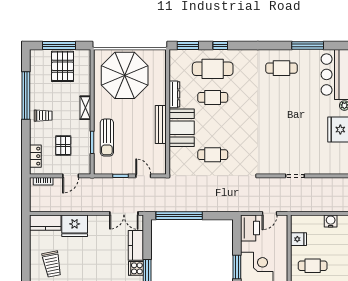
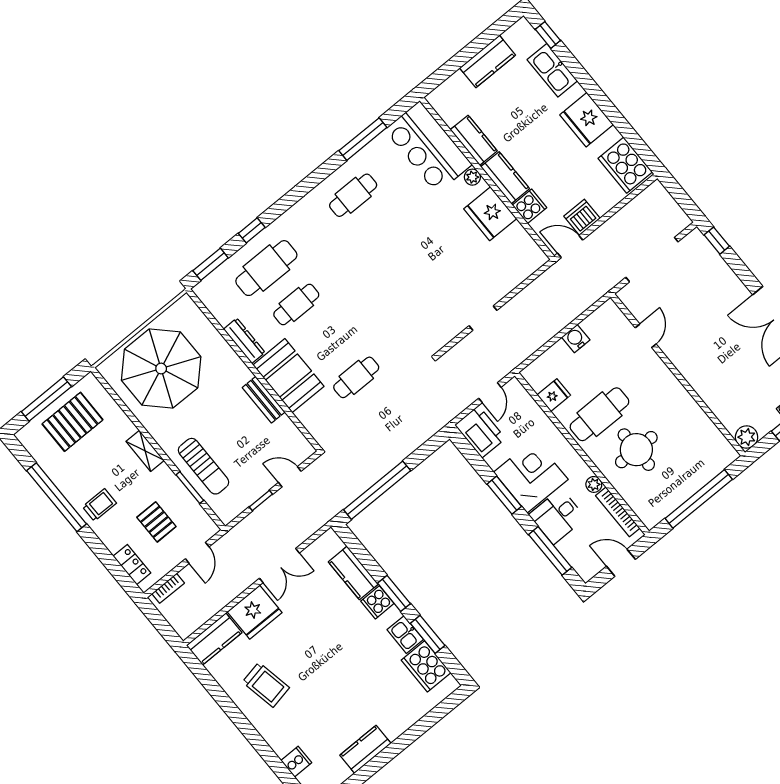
pallet: (63, 66) -> (73, 422), turned 90
bench: (161, 124) -> (264, 400), width x0.73
double door: (124, 213) -> (279, 566), moved
cafe table: (313, 266) -> (599, 414), width x1.37, depth x1.35

